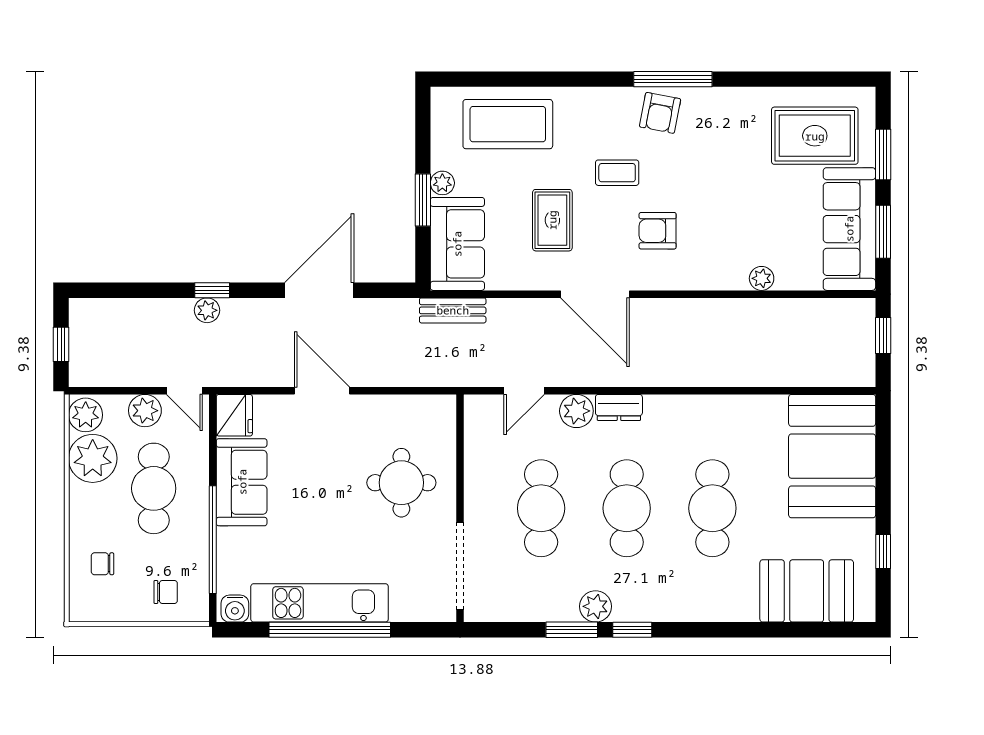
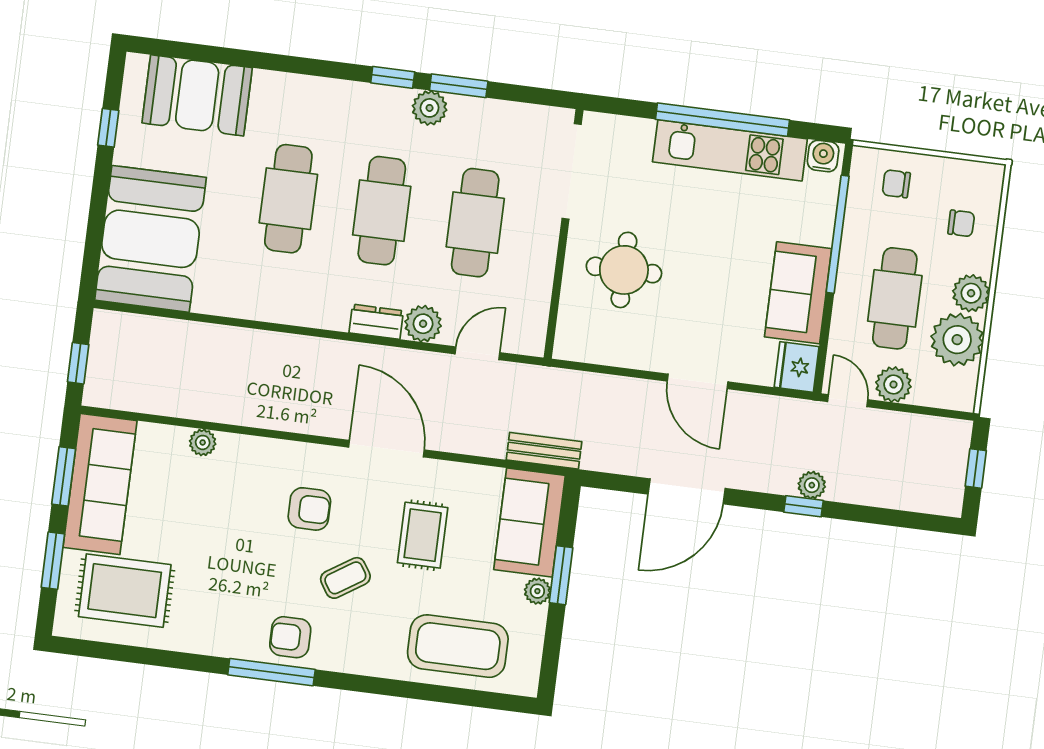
armchair: (660, 113) -> (290, 637), turned -101
coffee table: (617, 173) -> (345, 578), turned -33
plant: (86, 415) -> (971, 293), moved

